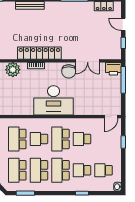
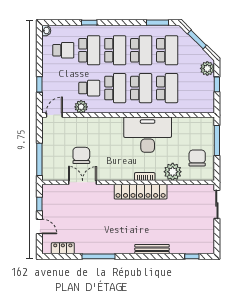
printer: (113, 69) -> (51, 173), removed
chair: (69, 71) -> (81, 155), moved
desk: (54, 100) -> (148, 135), moved
plant: (89, 123) -> (81, 107), added
school desk: (39, 139) -> (141, 88), width x1.85
school desk: (82, 170) -> (89, 50), width x1.85

